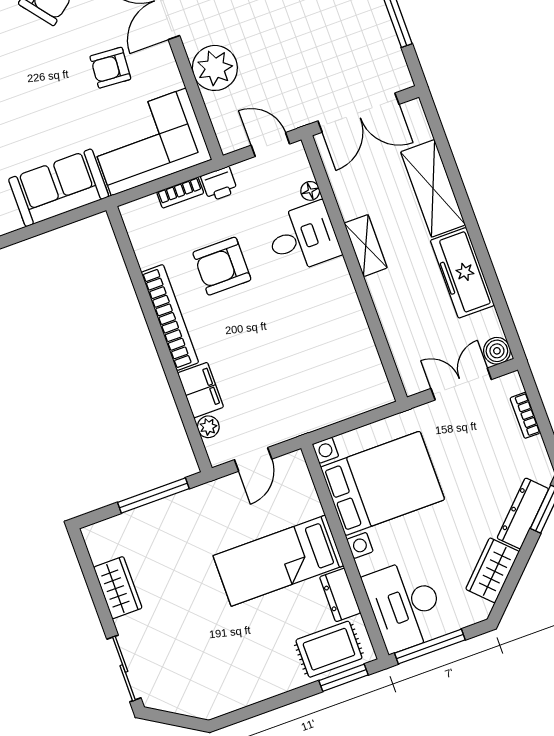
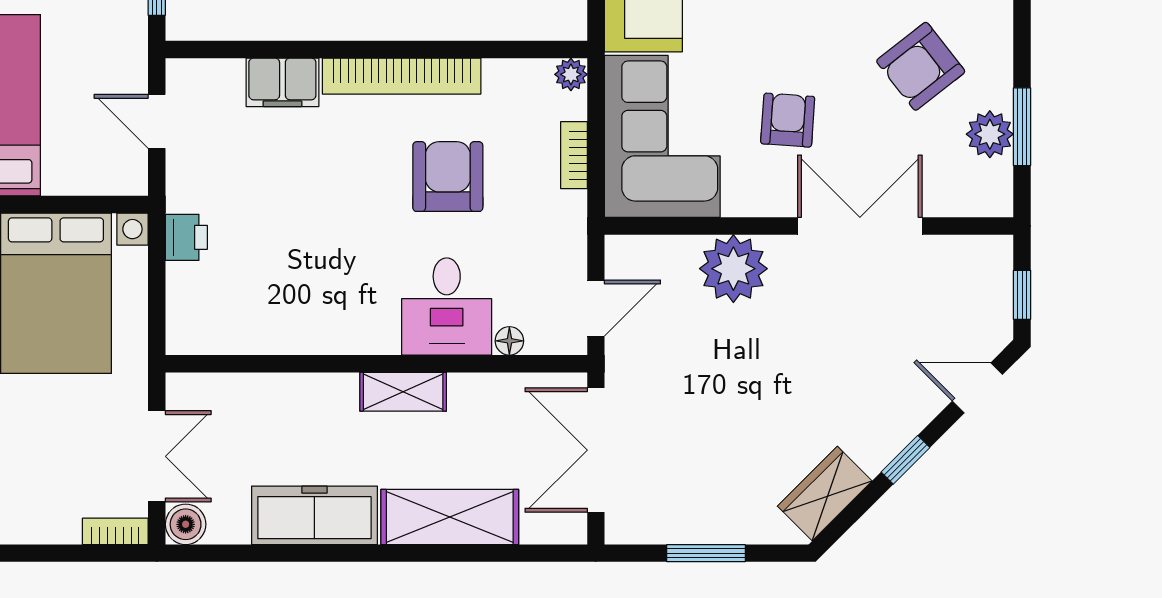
printer: (219, 184) -> (186, 237), moved, turned 180
bookcase: (525, 415) -> (115, 531), moved
plant: (208, 427) -> (571, 74), moved

